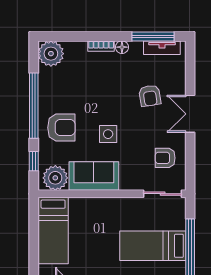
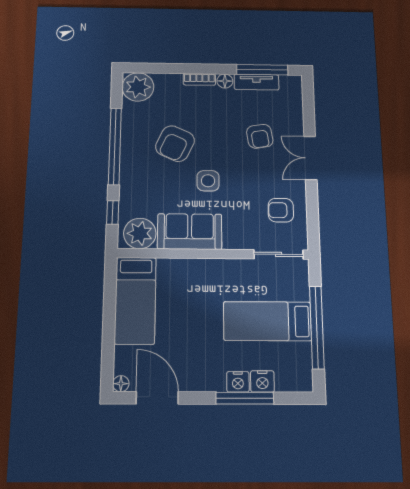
tv unit: (162, 48) -> (257, 82), moved
armchair: (61, 128) -> (175, 144), moved, turned 115

